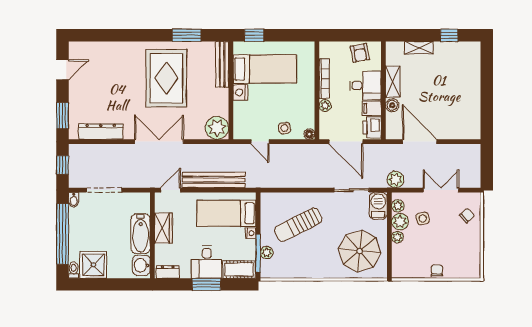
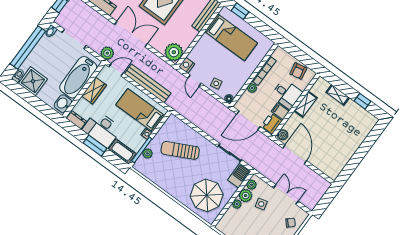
nightstand: (240, 92) -> (187, 65), moved
boiler: (392, 105) -> (283, 135), moved
door: (346, 142) -> (248, 120), hinge flipped
plant: (395, 179) -> (107, 53), moved
bathtub: (141, 234) -> (78, 77), width x1.36, depth x1.36
desk: (207, 262) -> (102, 129), width x1.37

